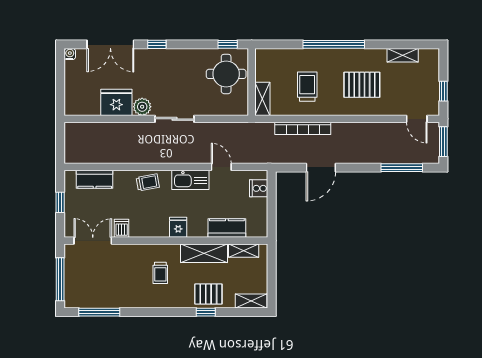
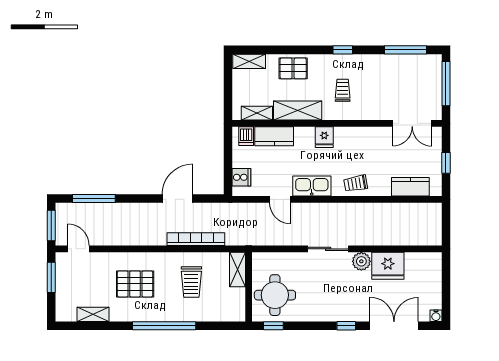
window: (443, 91) -> (51, 277), width x1.50
dishwasher: (122, 228) -> (246, 136), moved
window: (206, 312) -> (343, 50), moved

